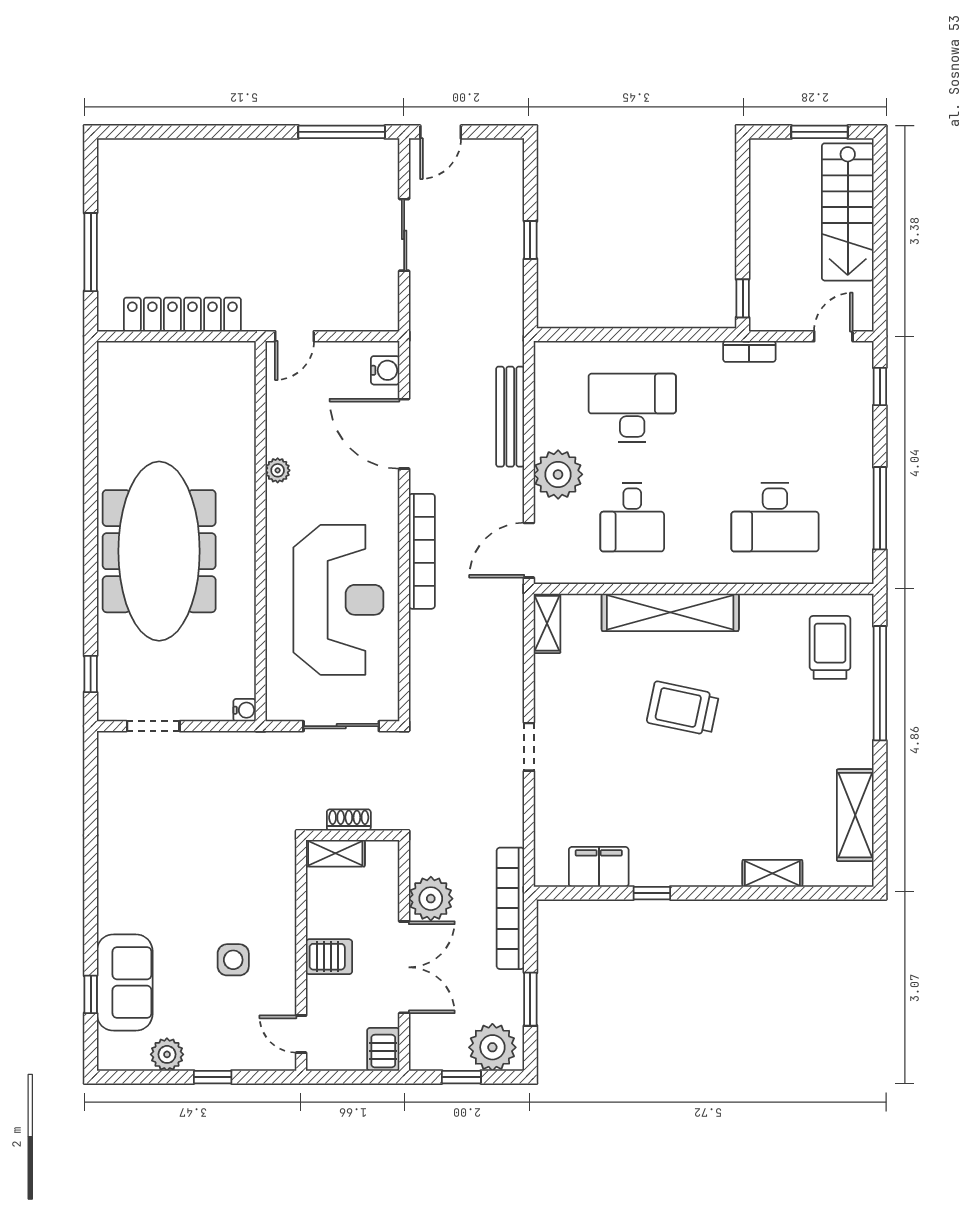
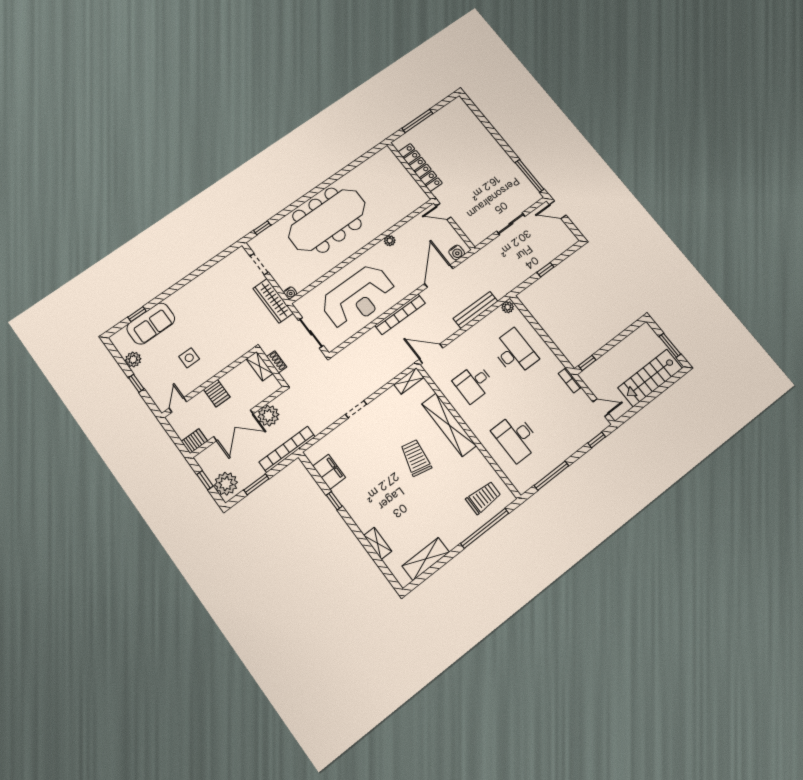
plant: (558, 474) -> (508, 307), moved, width x0.53, depth x0.53
wardrobe: (237, 749) -> (273, 301), added

